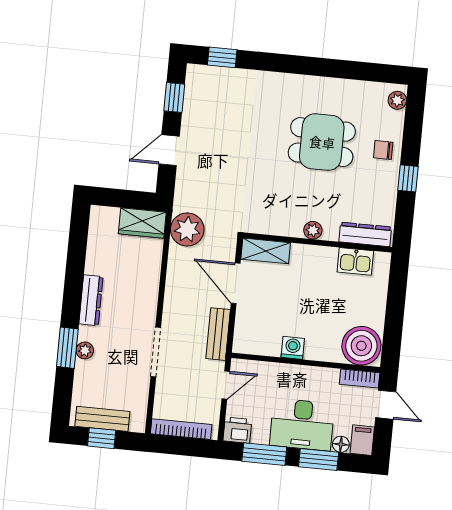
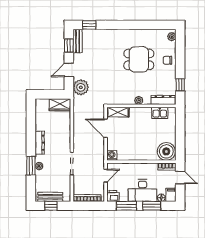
window: (408, 178) -> (180, 85), moved
plant: (187, 229) -> (81, 87), moved
bench: (218, 334) -> (78, 41), moved
washing machine: (293, 348) -> (112, 155), moved

